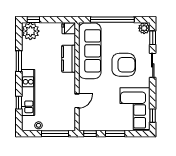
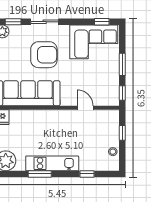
kitchen counter: (69, 59) -> (37, 117), removed
armchair: (124, 65) -> (44, 55), turned 90
kitchen unit: (28, 92) -> (52, 163), moved
window: (55, 134) -> (122, 133), width x0.46

